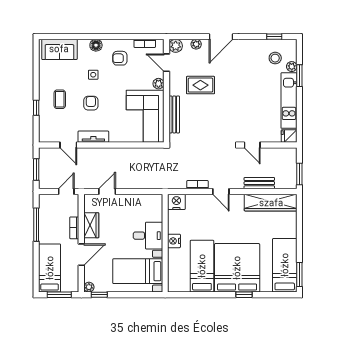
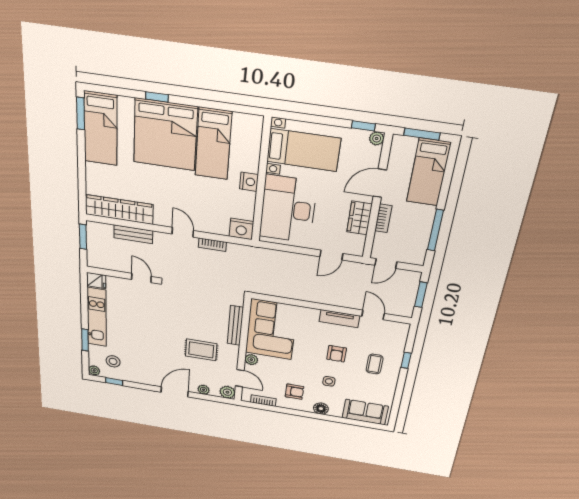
plant: (292, 67) -> (94, 370), moved
desk: (148, 236) -> (288, 209), width x1.87, depth x1.30

